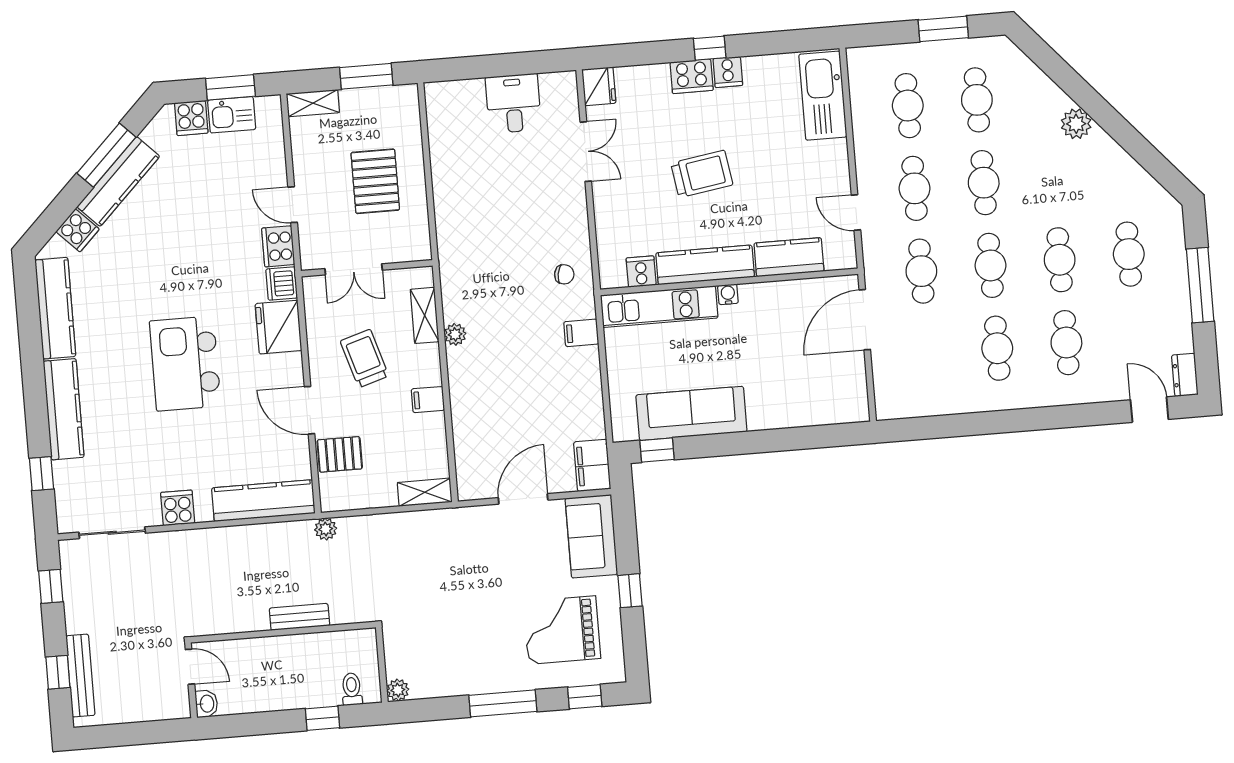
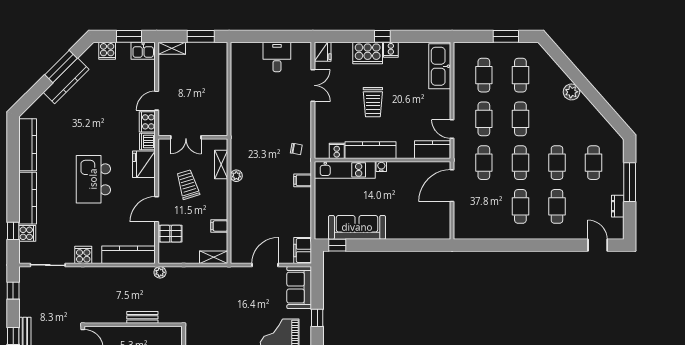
cooker: (692, 76) -> (368, 53), width x1.37, depth x1.31
kitchen sink: (232, 115) -> (143, 51), moved
trolley: (702, 174) -> (373, 102), turned 99
pallet: (375, 181) -> (201, 92), removed
door: (293, 205) -> (157, 101), hinge flipped
cooker: (78, 230) -> (27, 233), moved, turned -45
kitchen counter: (789, 257) -> (432, 150), moved
dresser: (1185, 375) -> (618, 206), moved
filing cabinet: (428, 400) -> (219, 226), moved
door: (309, 410) -> (157, 209), hinge flipped

